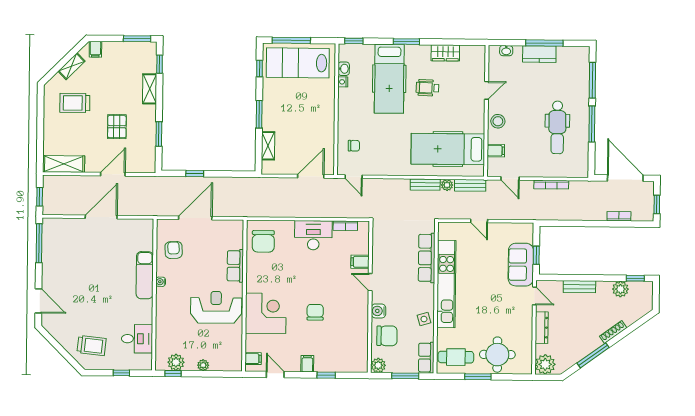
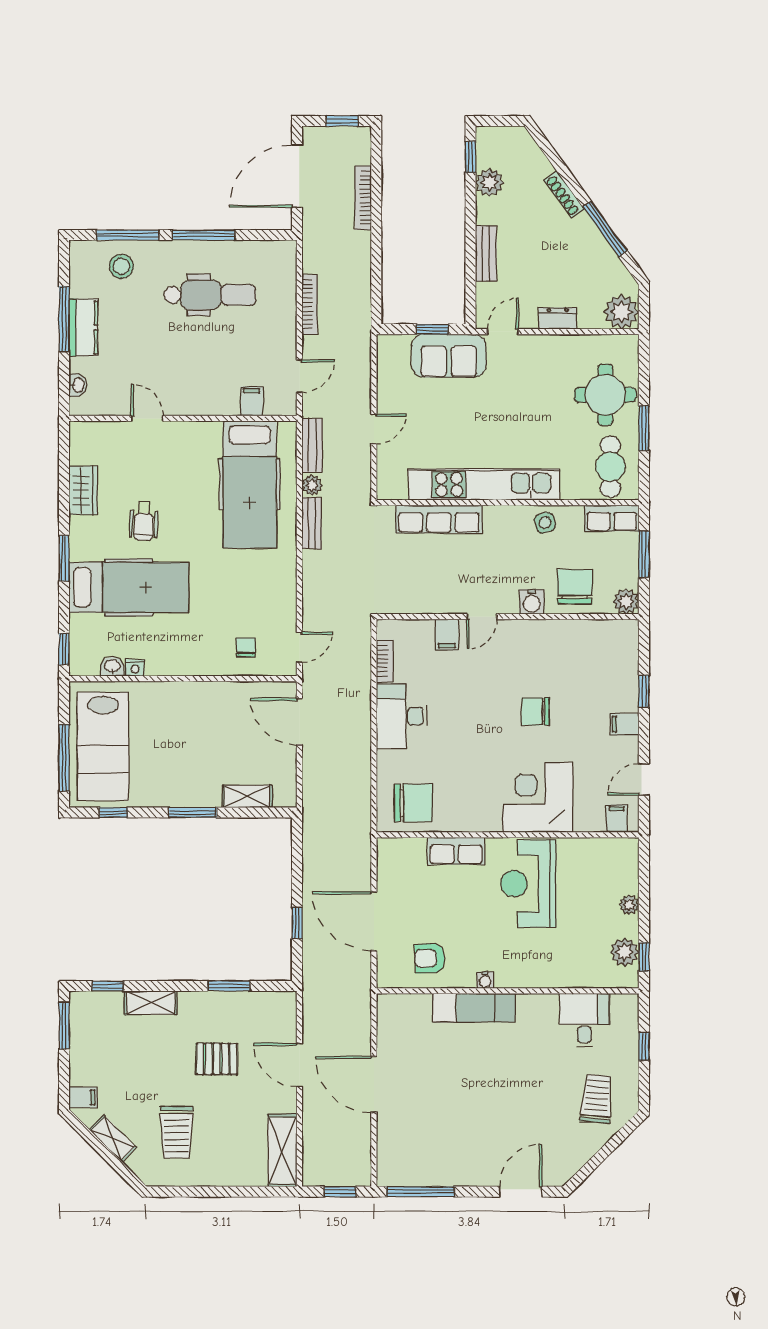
stool: (498, 121) -> (121, 266), moved
bookcase: (619, 216) -> (363, 198), width x1.56
dresser: (542, 328) -> (558, 318), width x0.70

